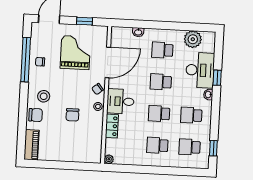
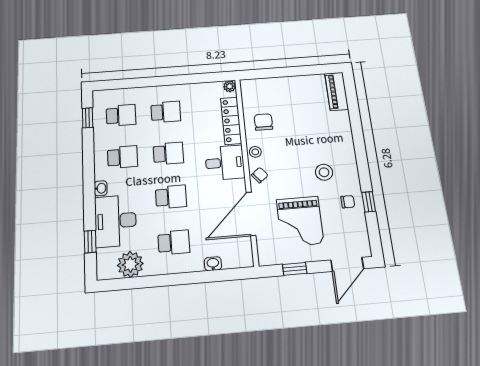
window: (26, 60) -> (369, 202), width x0.32
window: (217, 78) -> (90, 242), moved
stool: (44, 96) -> (324, 172), moved
chair: (36, 115) -> (339, 130), removed
chair: (73, 115) -> (263, 122), moved
locker: (112, 126) -> (231, 121), width x1.53

